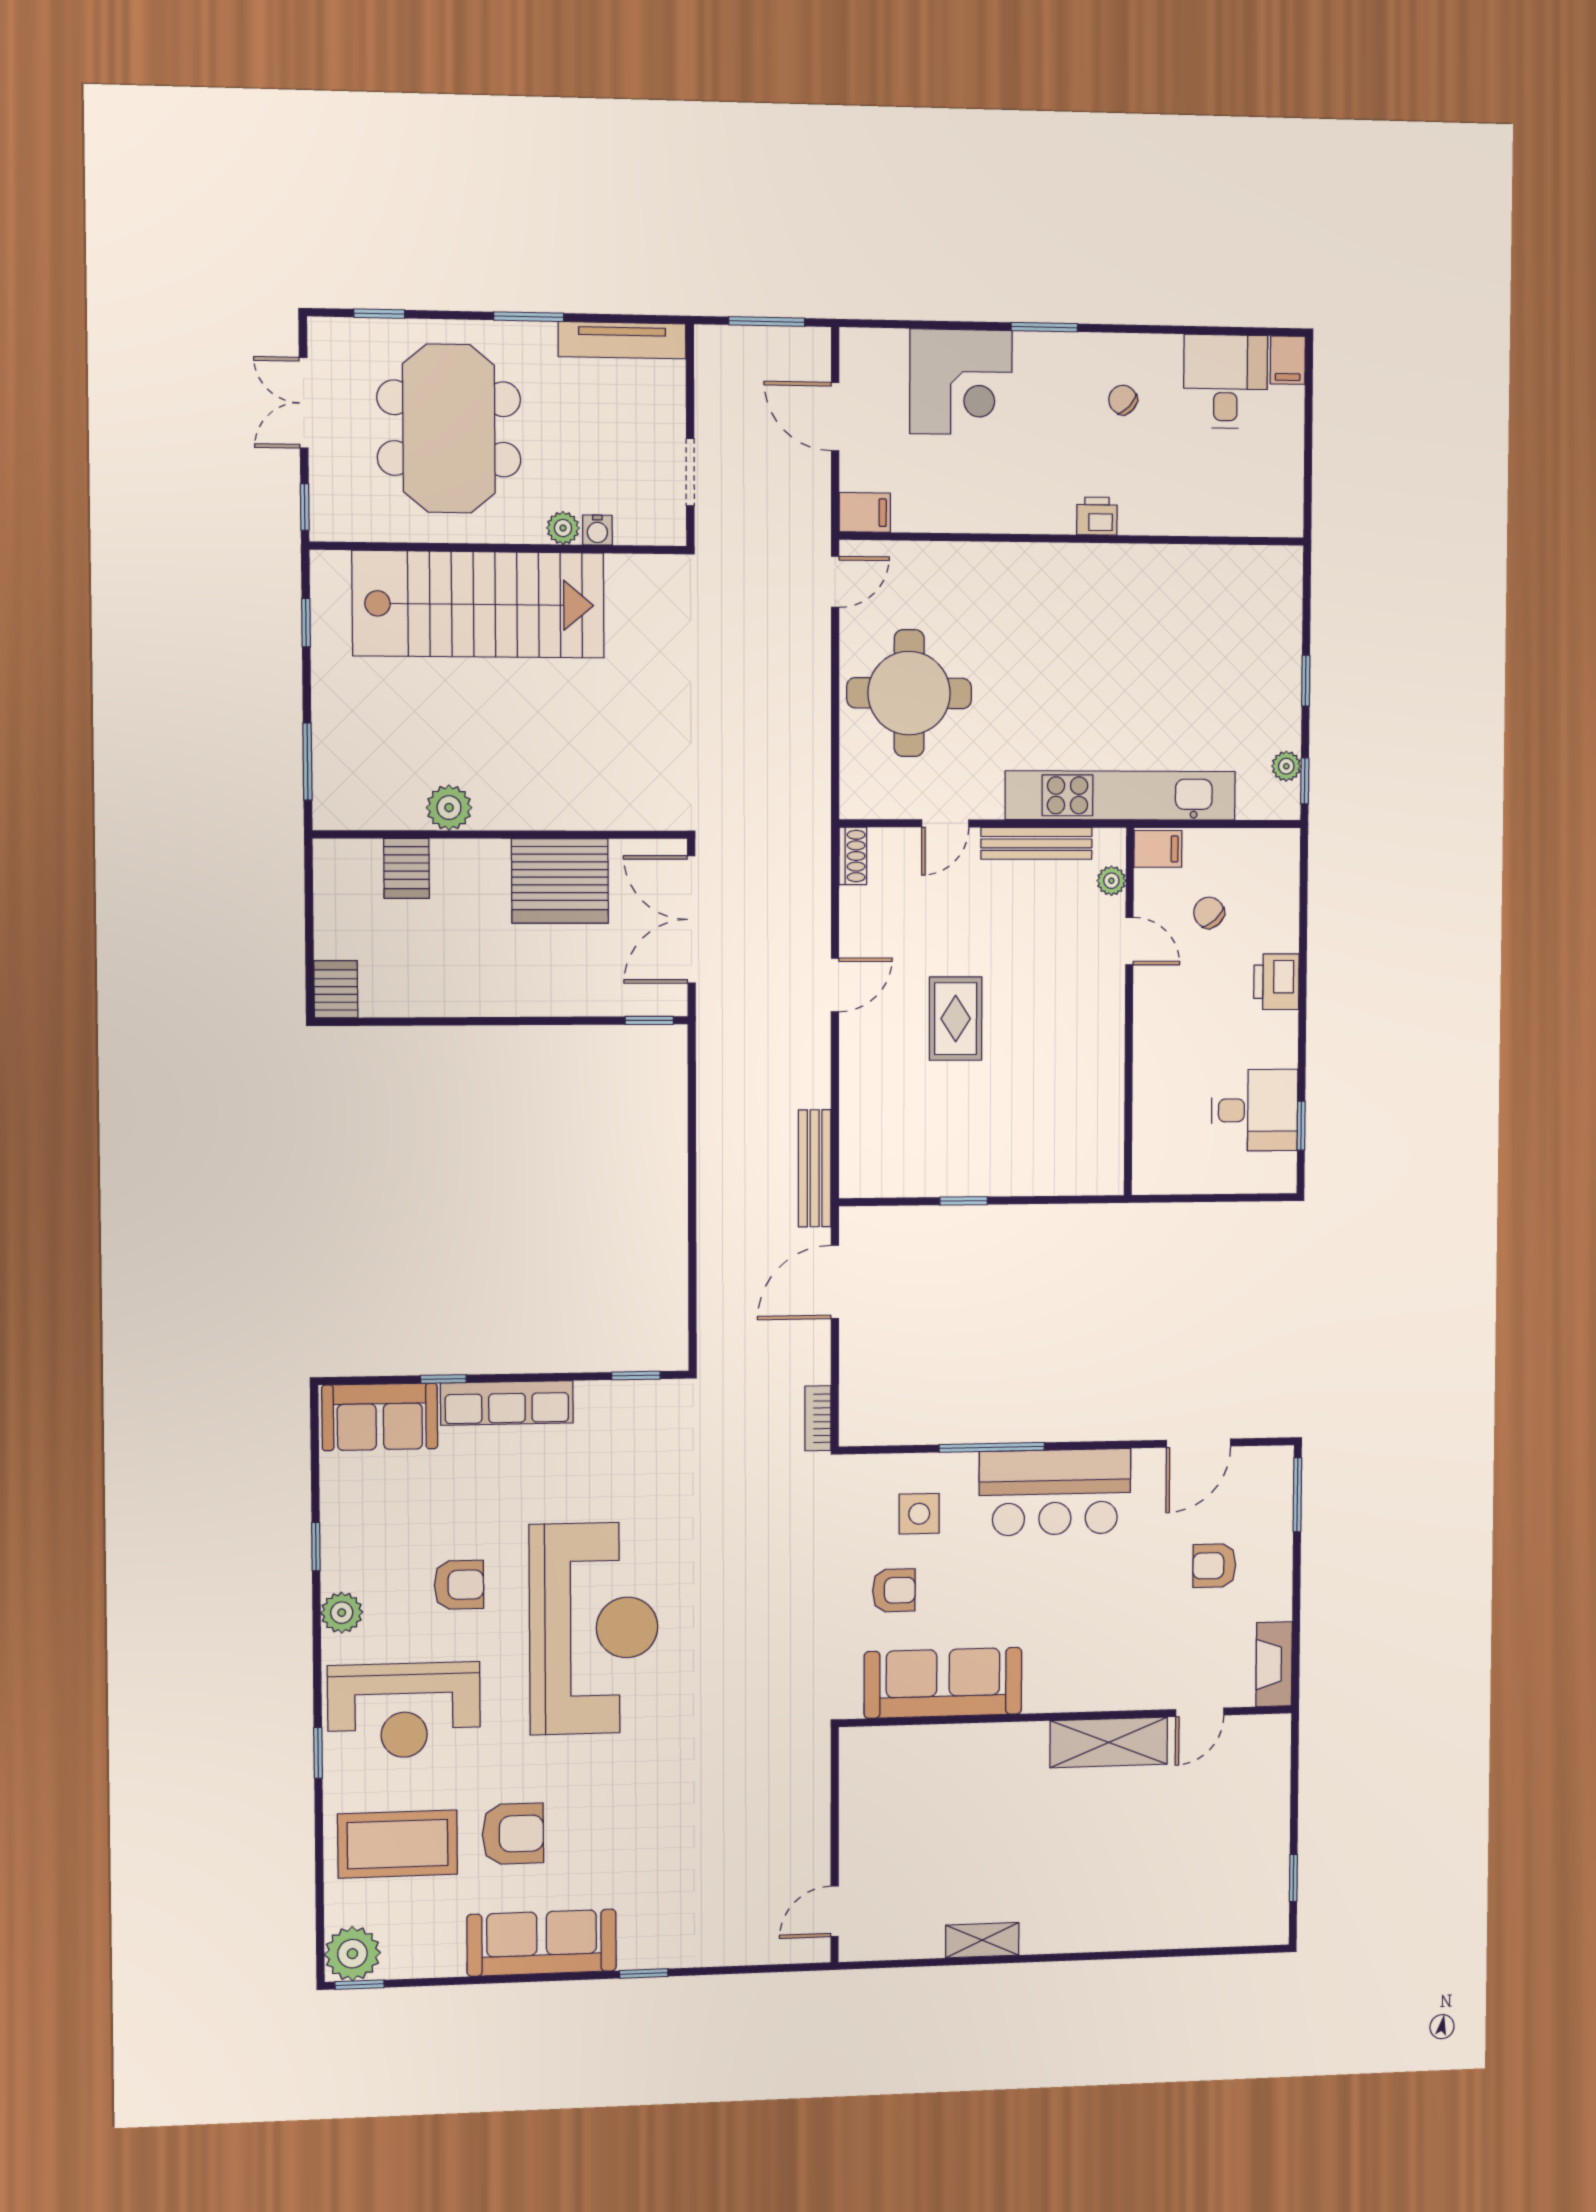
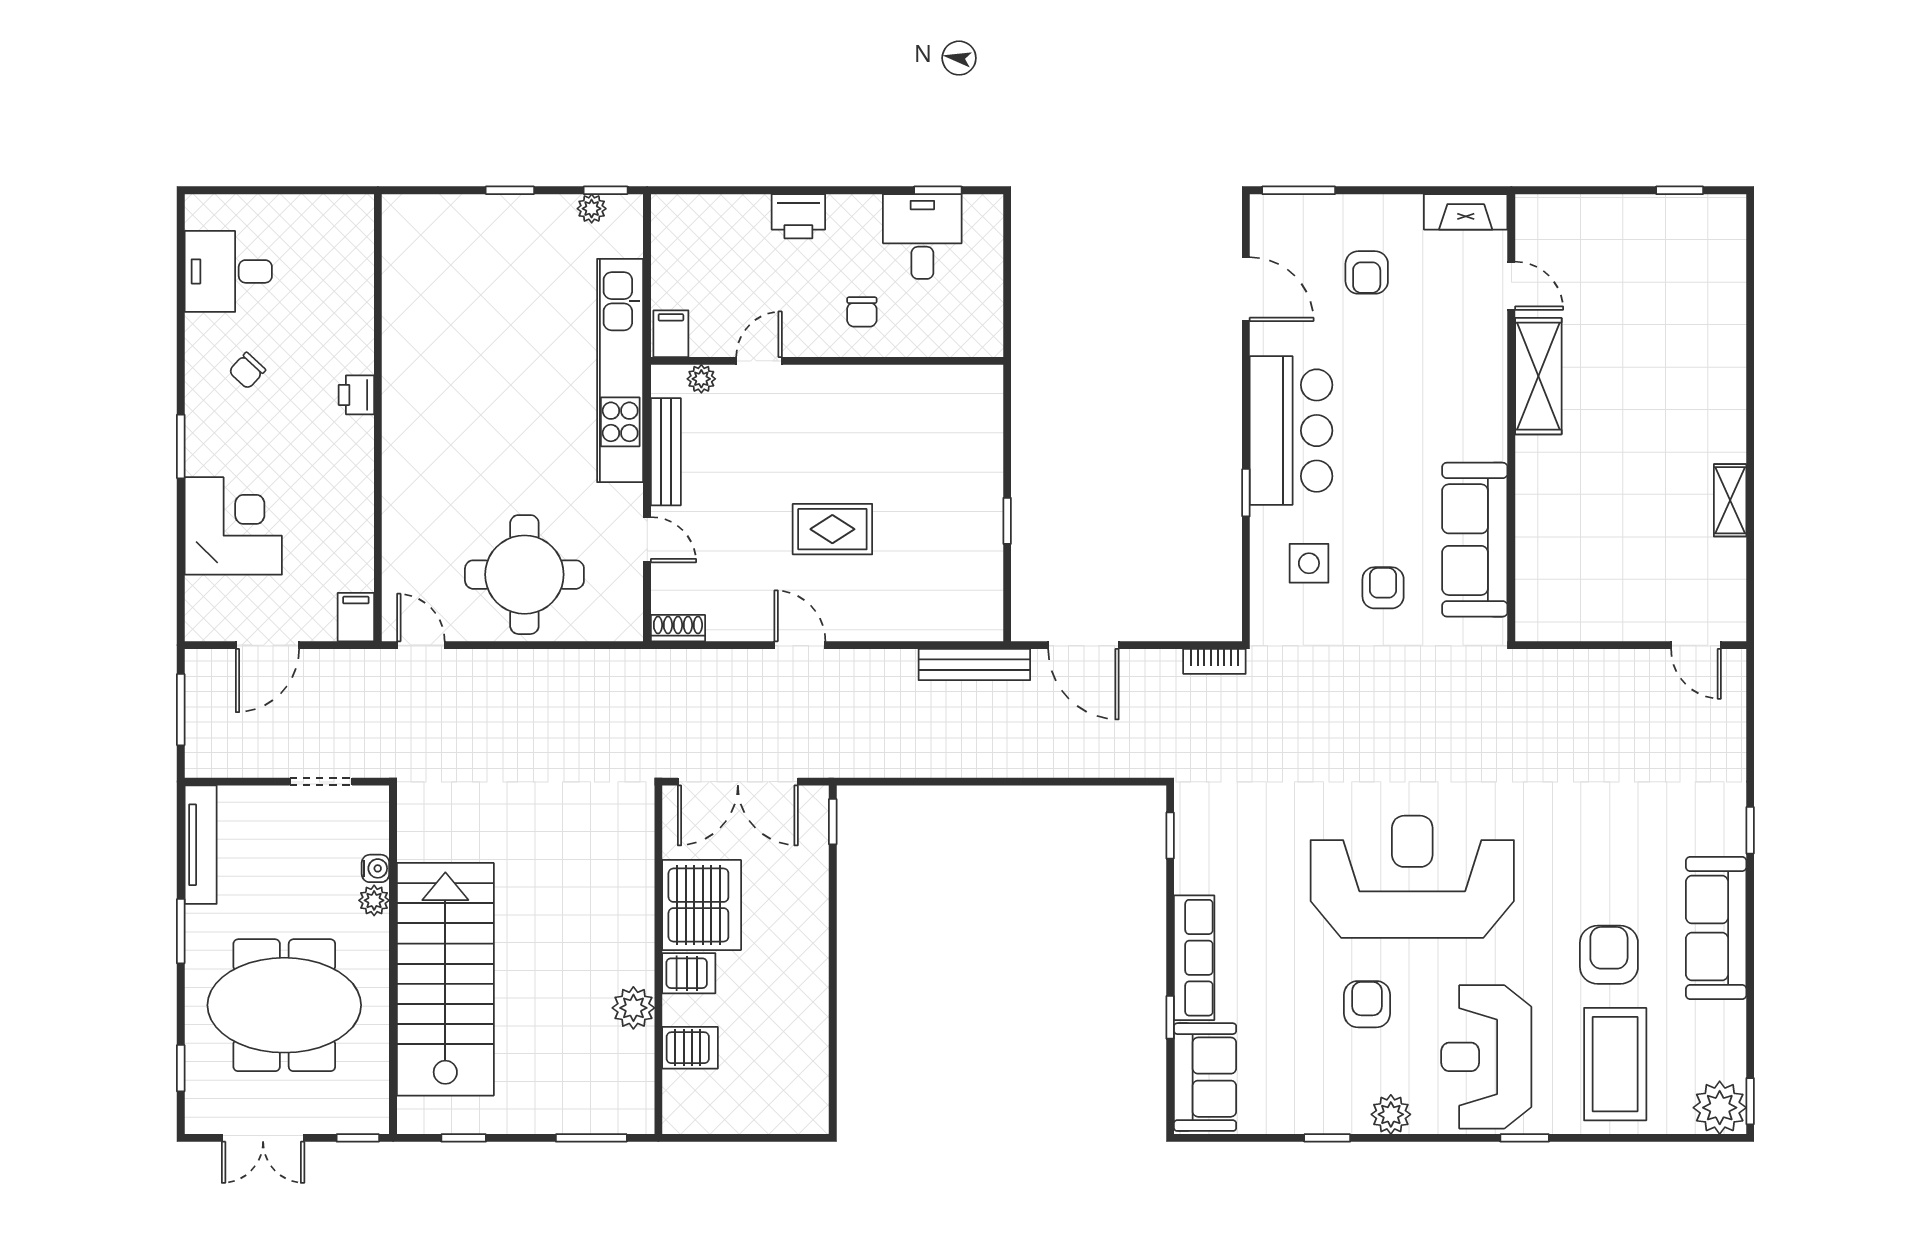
filing cabinet: (1288, 360) -> (207, 211), removed
chair: (1209, 913) -> (862, 312), moved, turned -48
server rack: (336, 989) -> (689, 973), moved, turned 180
window: (992, 1447) -> (1246, 493), width x0.46
reception desk: (404, 1710) -> (1486, 1057), turned 180

